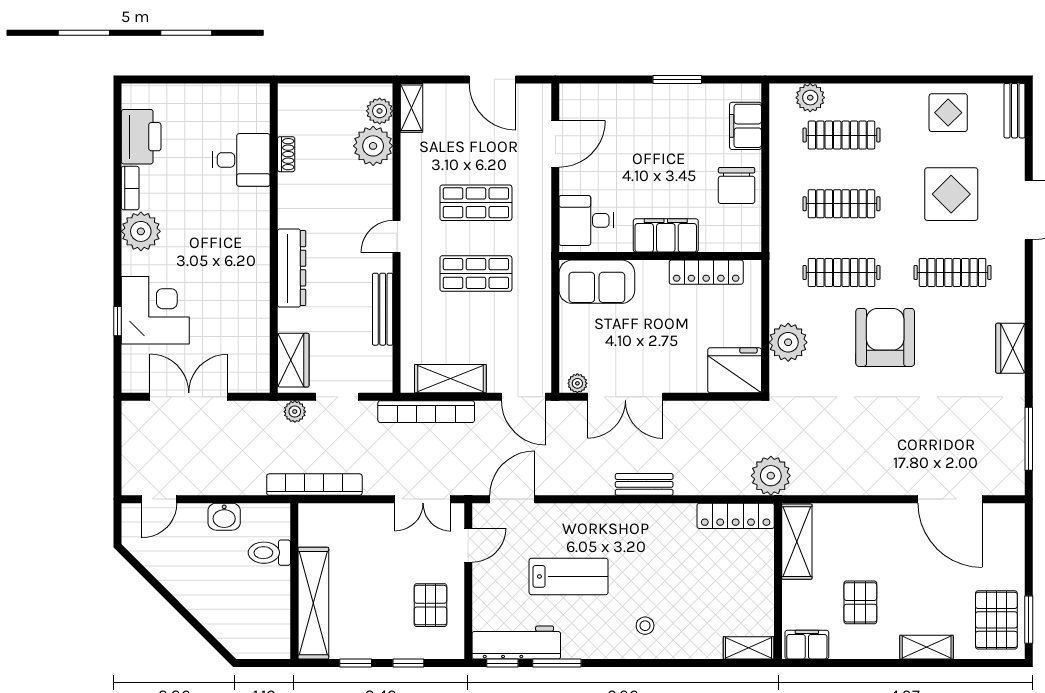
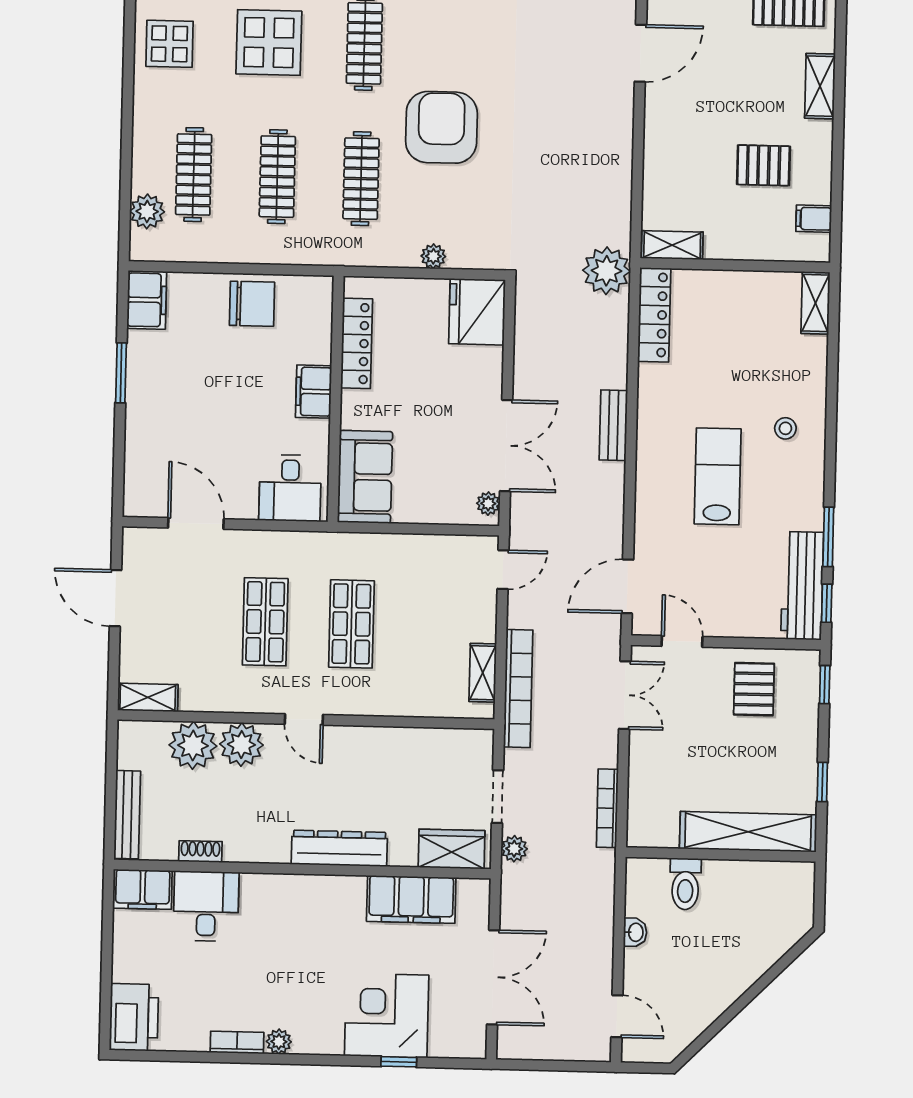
door: (492, 79) -> (115, 598), swing flipped
filing cabinet: (254, 108) -> (143, 889), added
plant: (380, 111) -> (241, 745), moved, width x1.36, depth x1.36
filing cabinet: (746, 126) -> (147, 300), moved, turned -90
printer: (141, 137) -> (134, 1017), moved, turned 90
plant: (141, 231) -> (279, 1042), width x0.53, depth x0.53
filing cabinet: (666, 235) -> (314, 392), width x0.67, depth x0.86
bench: (383, 309) -> (127, 815), moved, turned 90
filing cabinet: (251, 328) -> (411, 899), added
armchair: (885, 337) -> (441, 127), turned 90
plant: (788, 342) -> (433, 256), width x0.53, depth x0.53
shelving: (450, 379) -> (483, 673), width x0.67, depth x0.75
double door: (189, 397) -> (493, 977), swing flipped
door: (523, 397) -> (503, 570), width x0.73
bookcase: (314, 485) -> (607, 808), width x0.68, depth x0.76
door: (512, 499) -> (627, 586), hinge flipped
door: (950, 499) -> (640, 53), width x0.73
washbasin: (224, 517) -> (635, 932), width x0.72, depth x0.69
shelving: (797, 542) -> (672, 245), width x0.67, depth x0.75
lab bench: (569, 576) -> (718, 476), moved
pallet: (430, 605) -> (754, 689), turned 90
filing cabinet: (807, 645) -> (814, 219), width x0.50
window: (408, 663) -> (825, 685), moved

